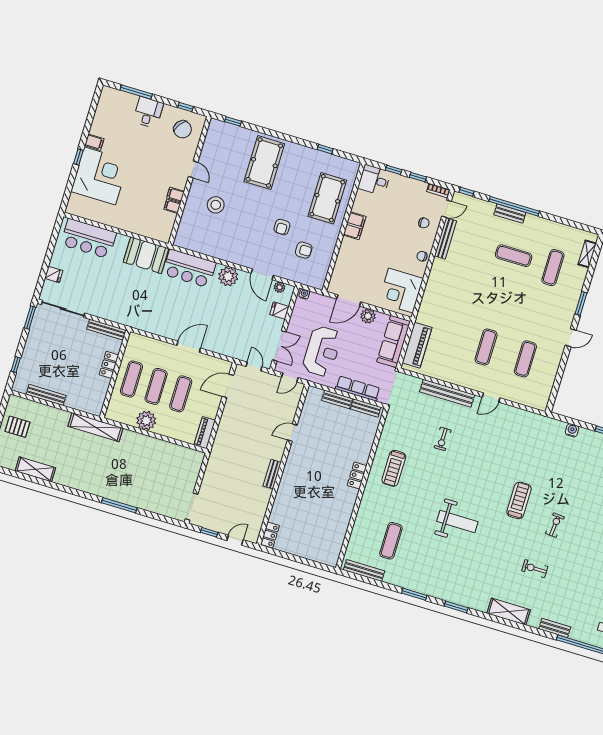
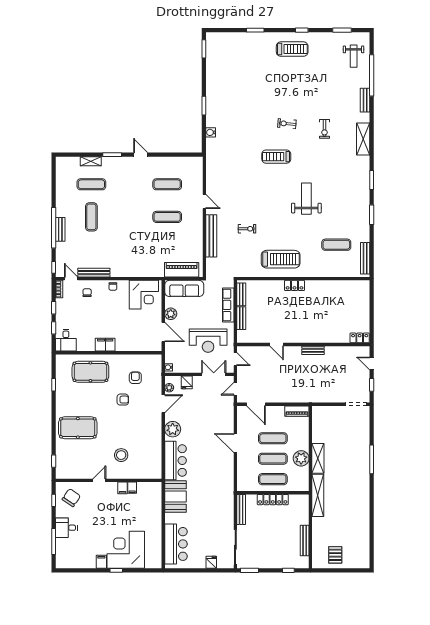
shelving: (587, 254) -> (91, 161), moved
reception desk: (322, 351) -> (208, 341), turned 180
locker: (109, 365) -> (273, 500), width x1.53
treadmill: (394, 468) -> (281, 259), width x1.37, depth x1.38
shelving: (35, 469) -> (318, 458), moved

